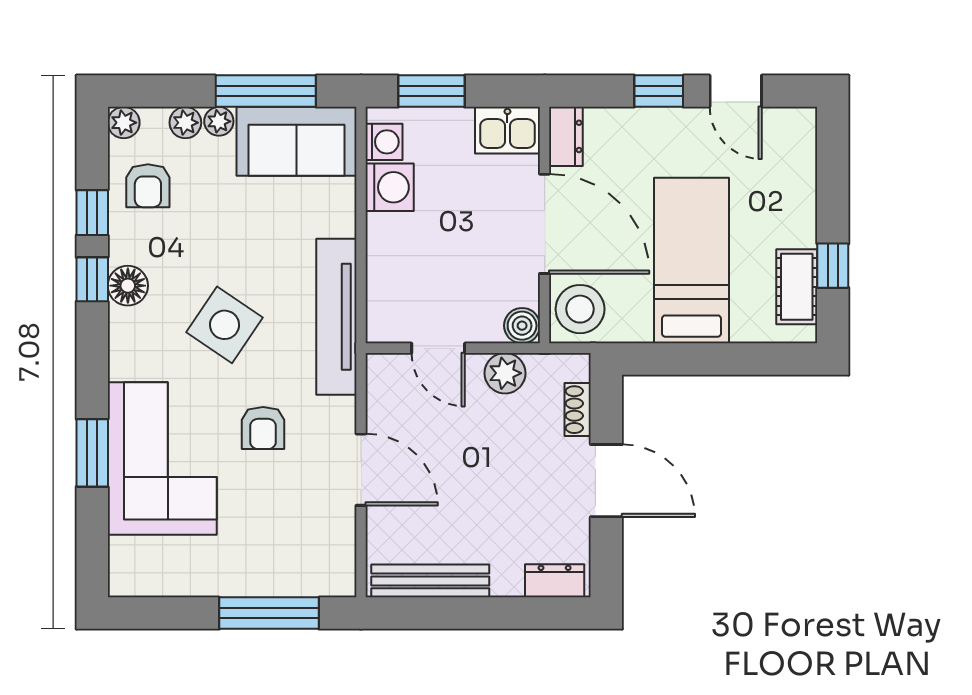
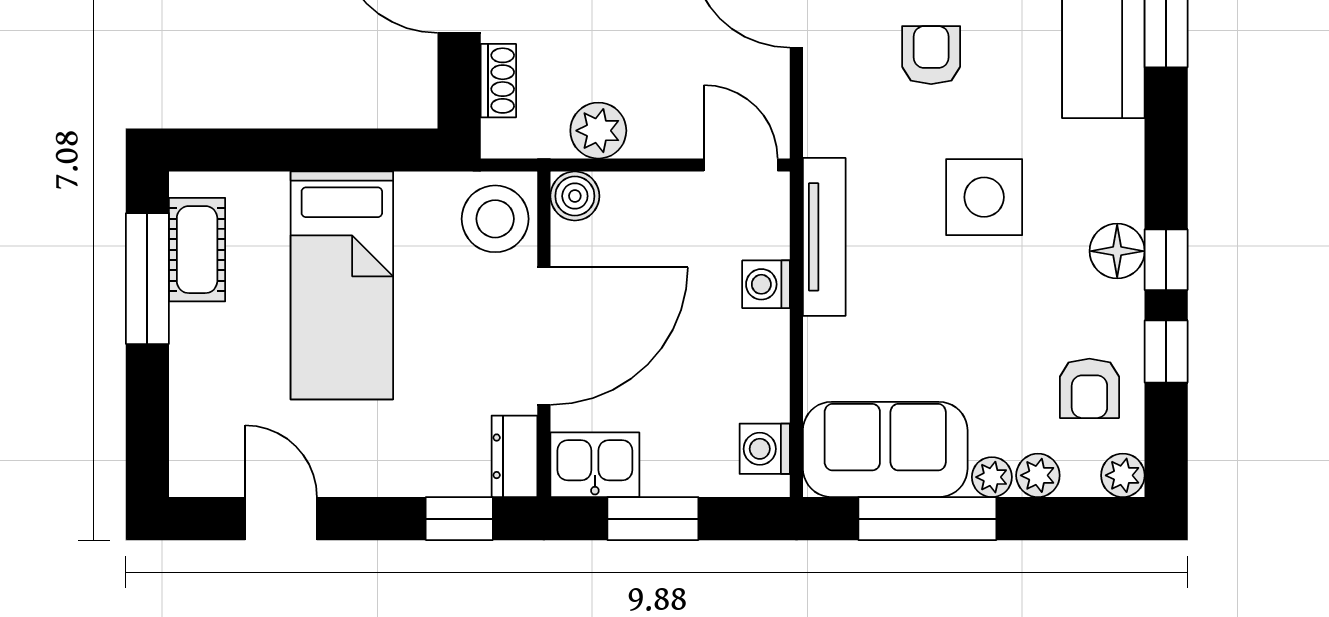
window: (431, 91) -> (653, 519), moved
window: (659, 91) -> (459, 519), moved
armchair: (148, 186) -> (1089, 388), turned 180
washing machine: (390, 187) -> (766, 284), moved, width x0.73, depth x0.73
door: (545, 224) -> (544, 336), swing flipped
window: (833, 266) -> (147, 279), width x2.17
tv unit: (336, 317) -> (824, 237), width x0.73, depth x0.78
side table: (225, 325) -> (984, 197), turned -34
door: (438, 348) -> (741, 165), moved

